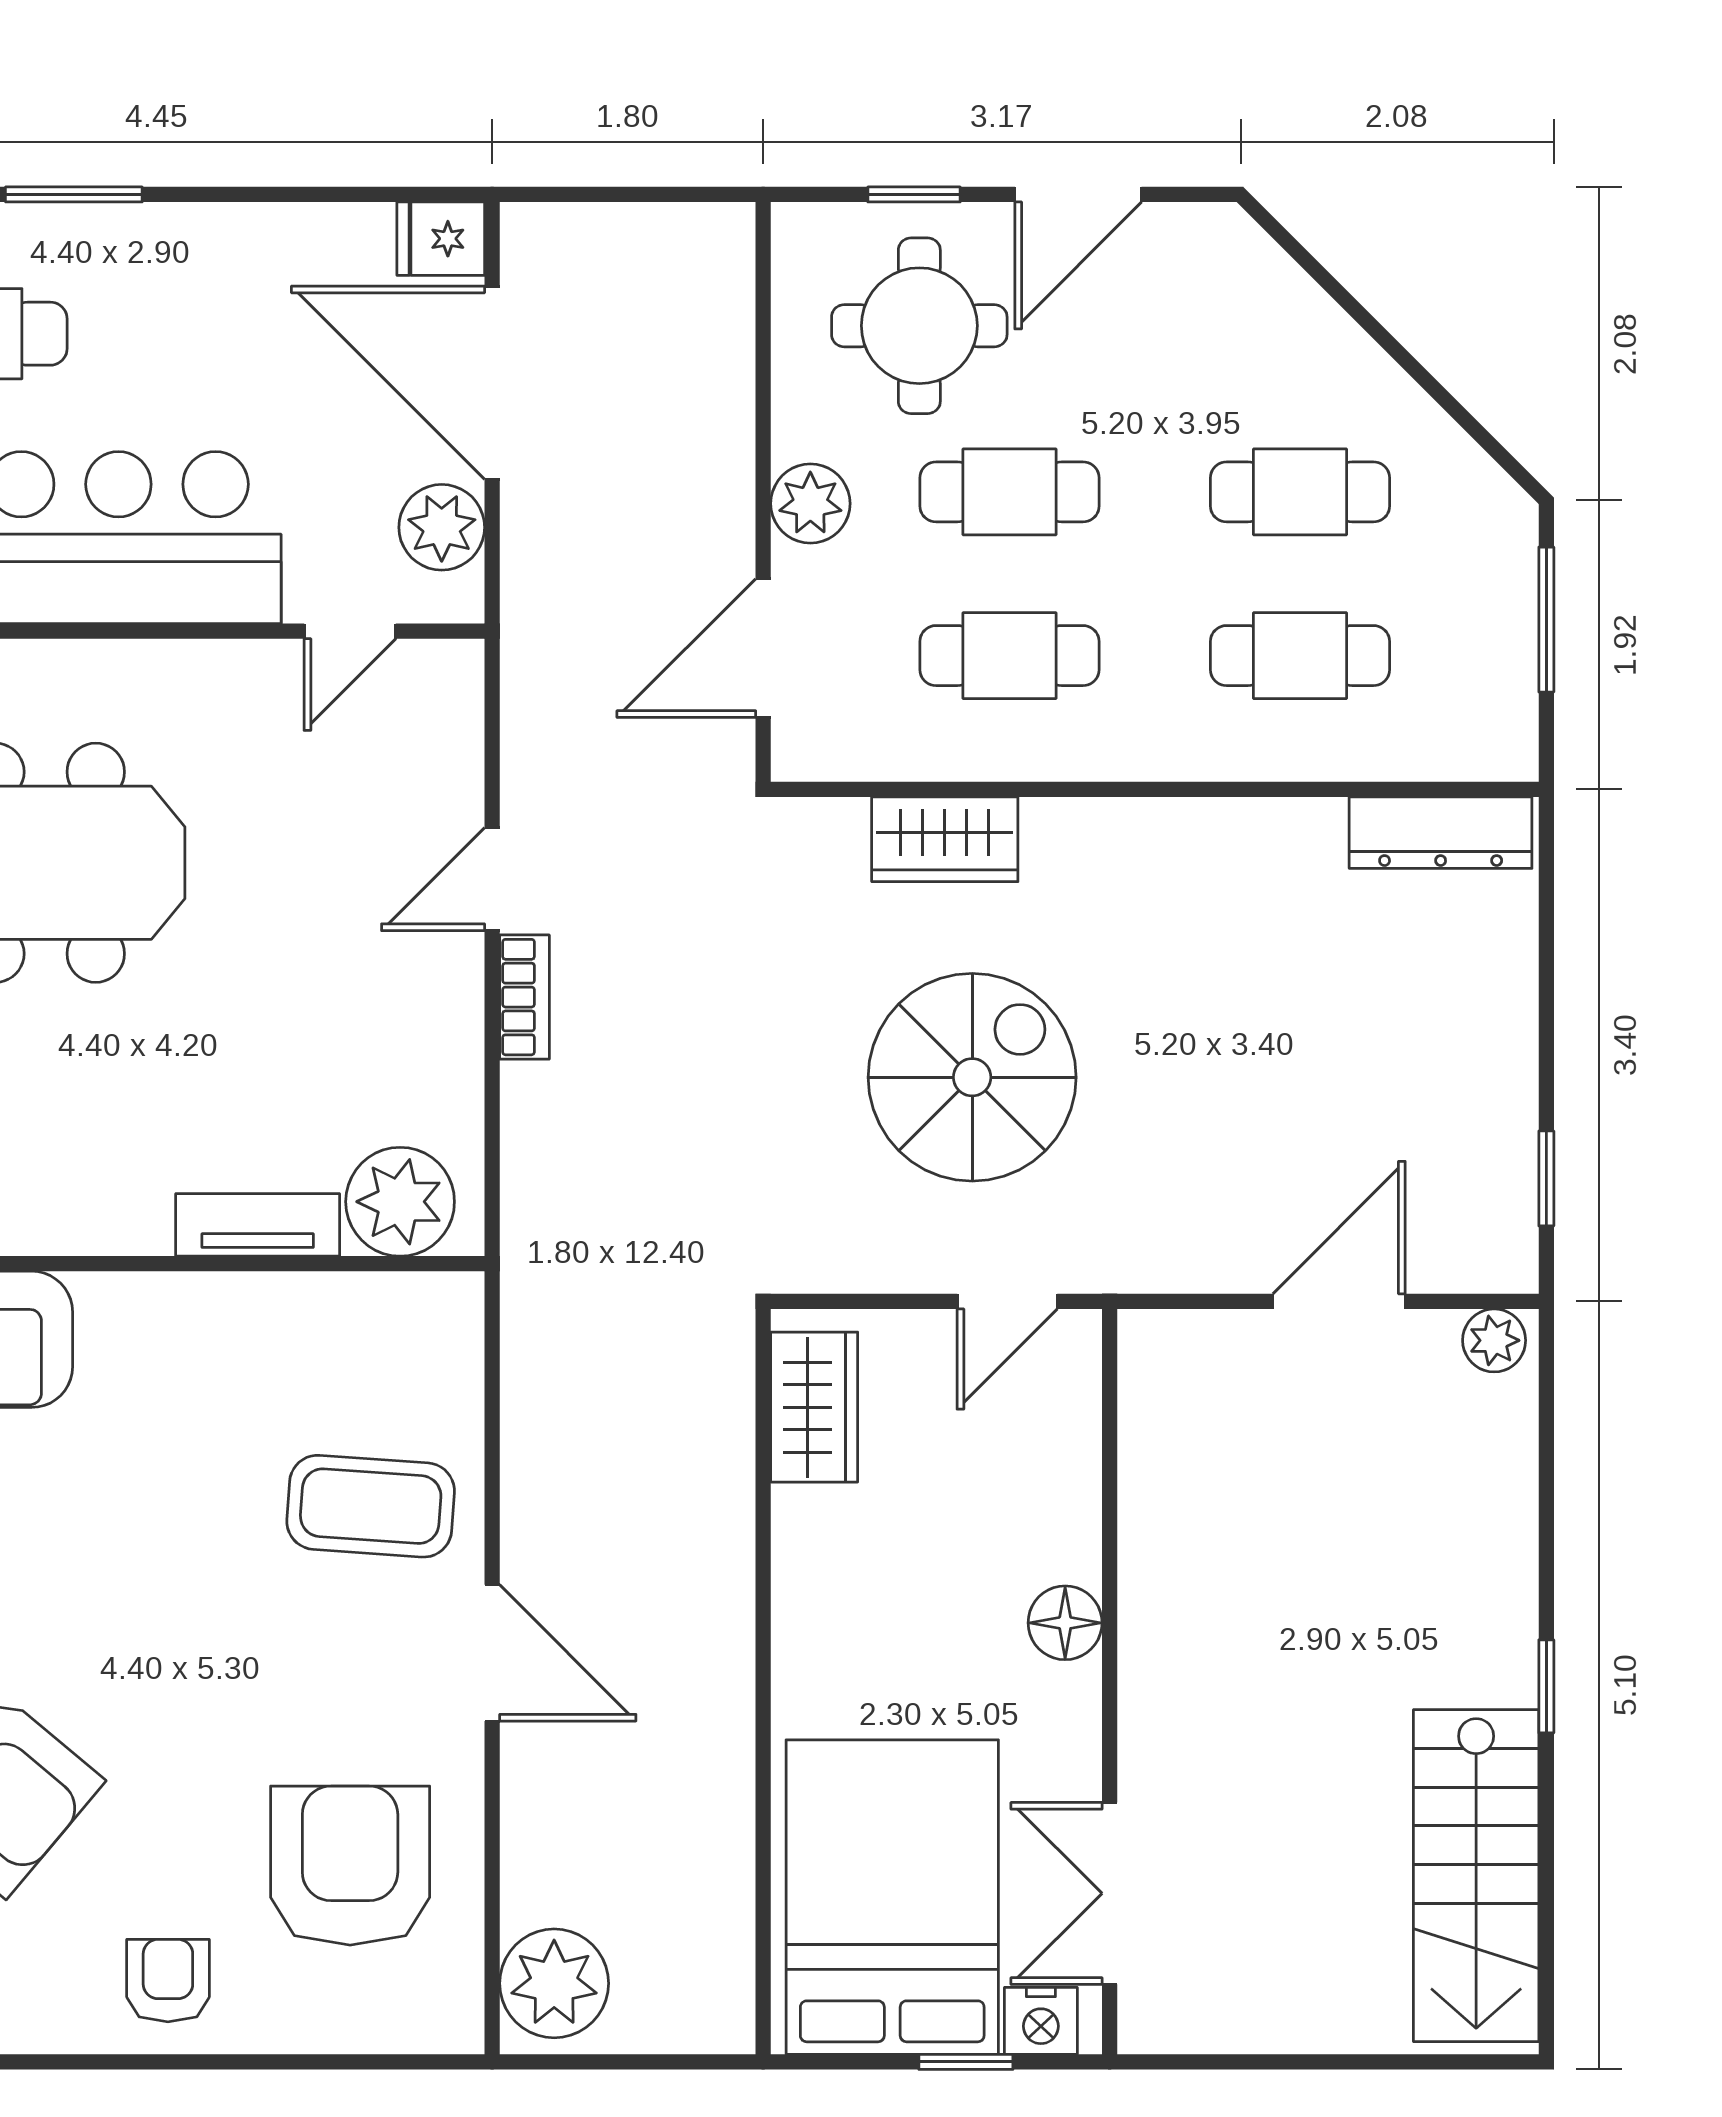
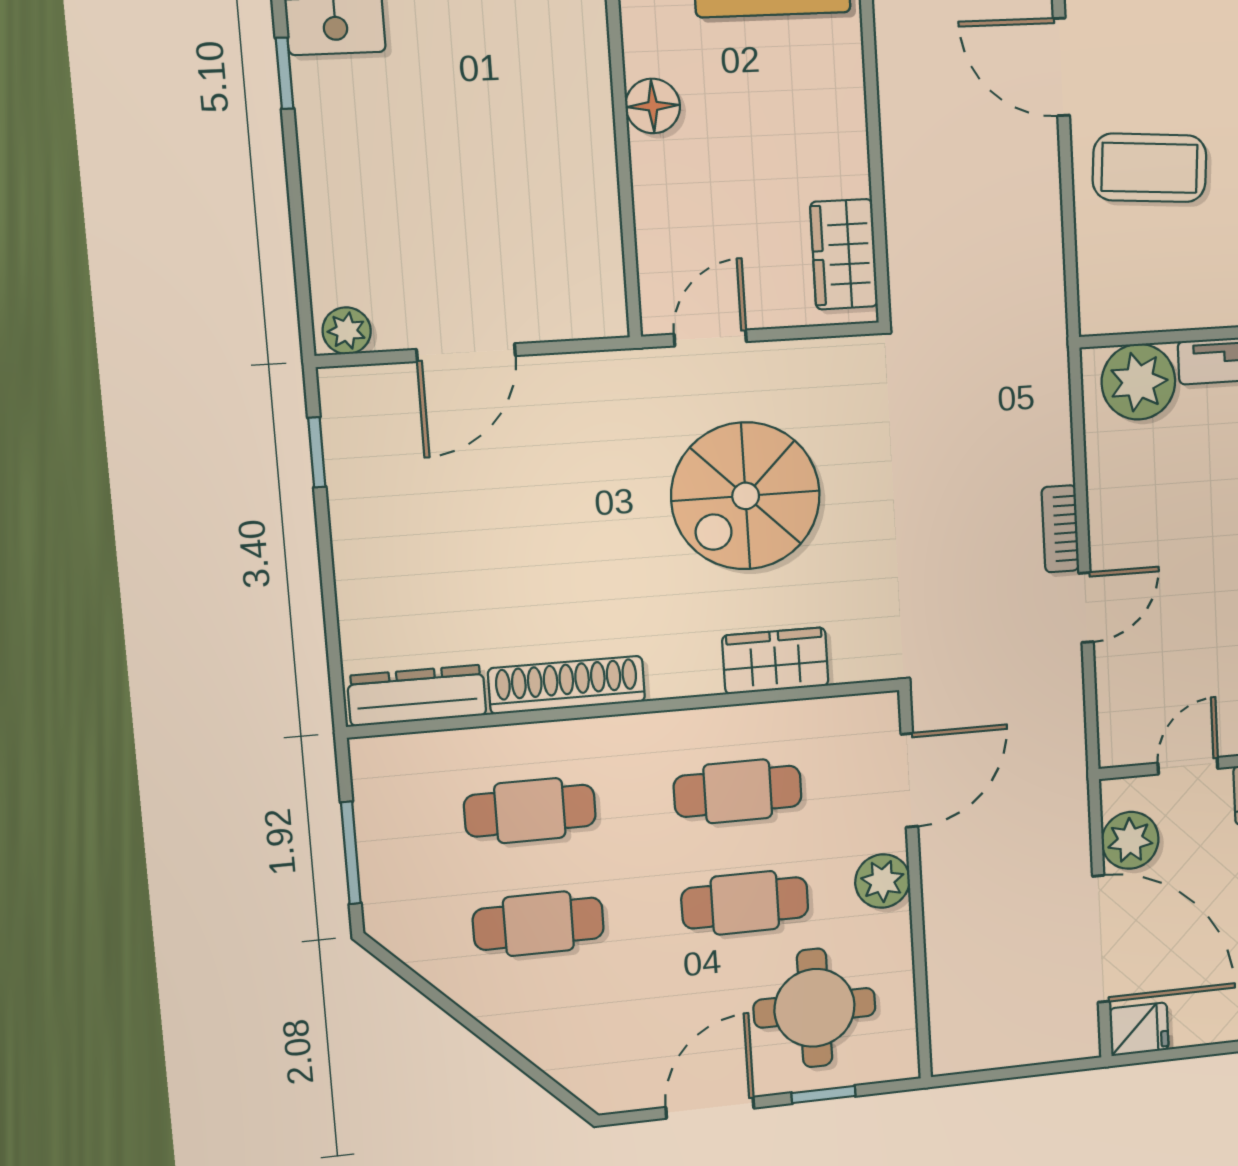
shoe rack: (1237, 830) -> (567, 685), added

